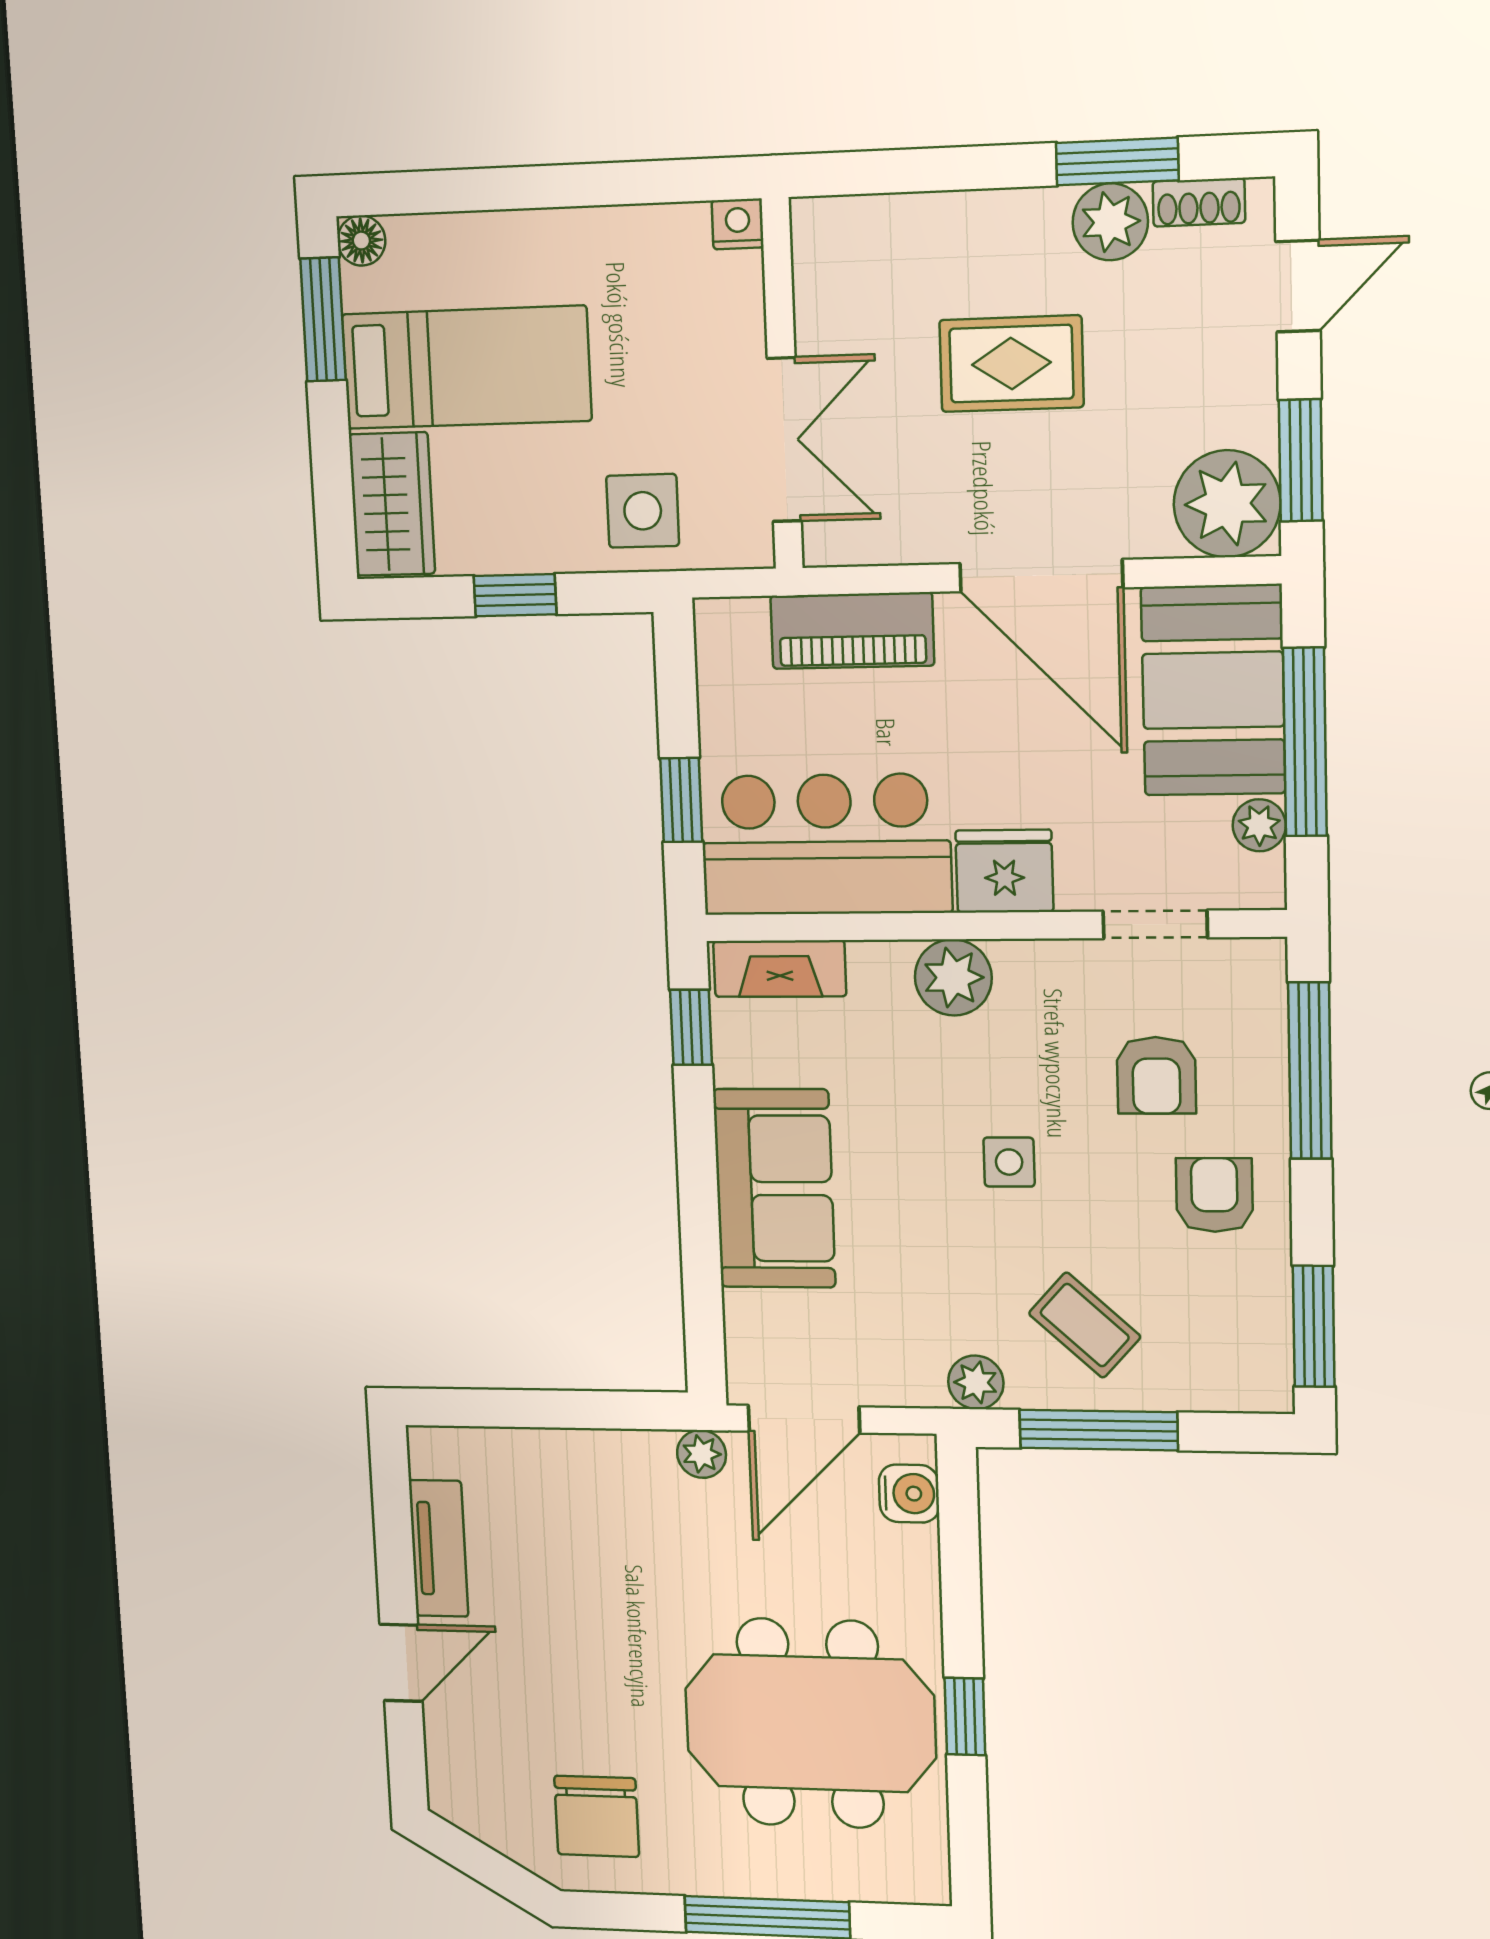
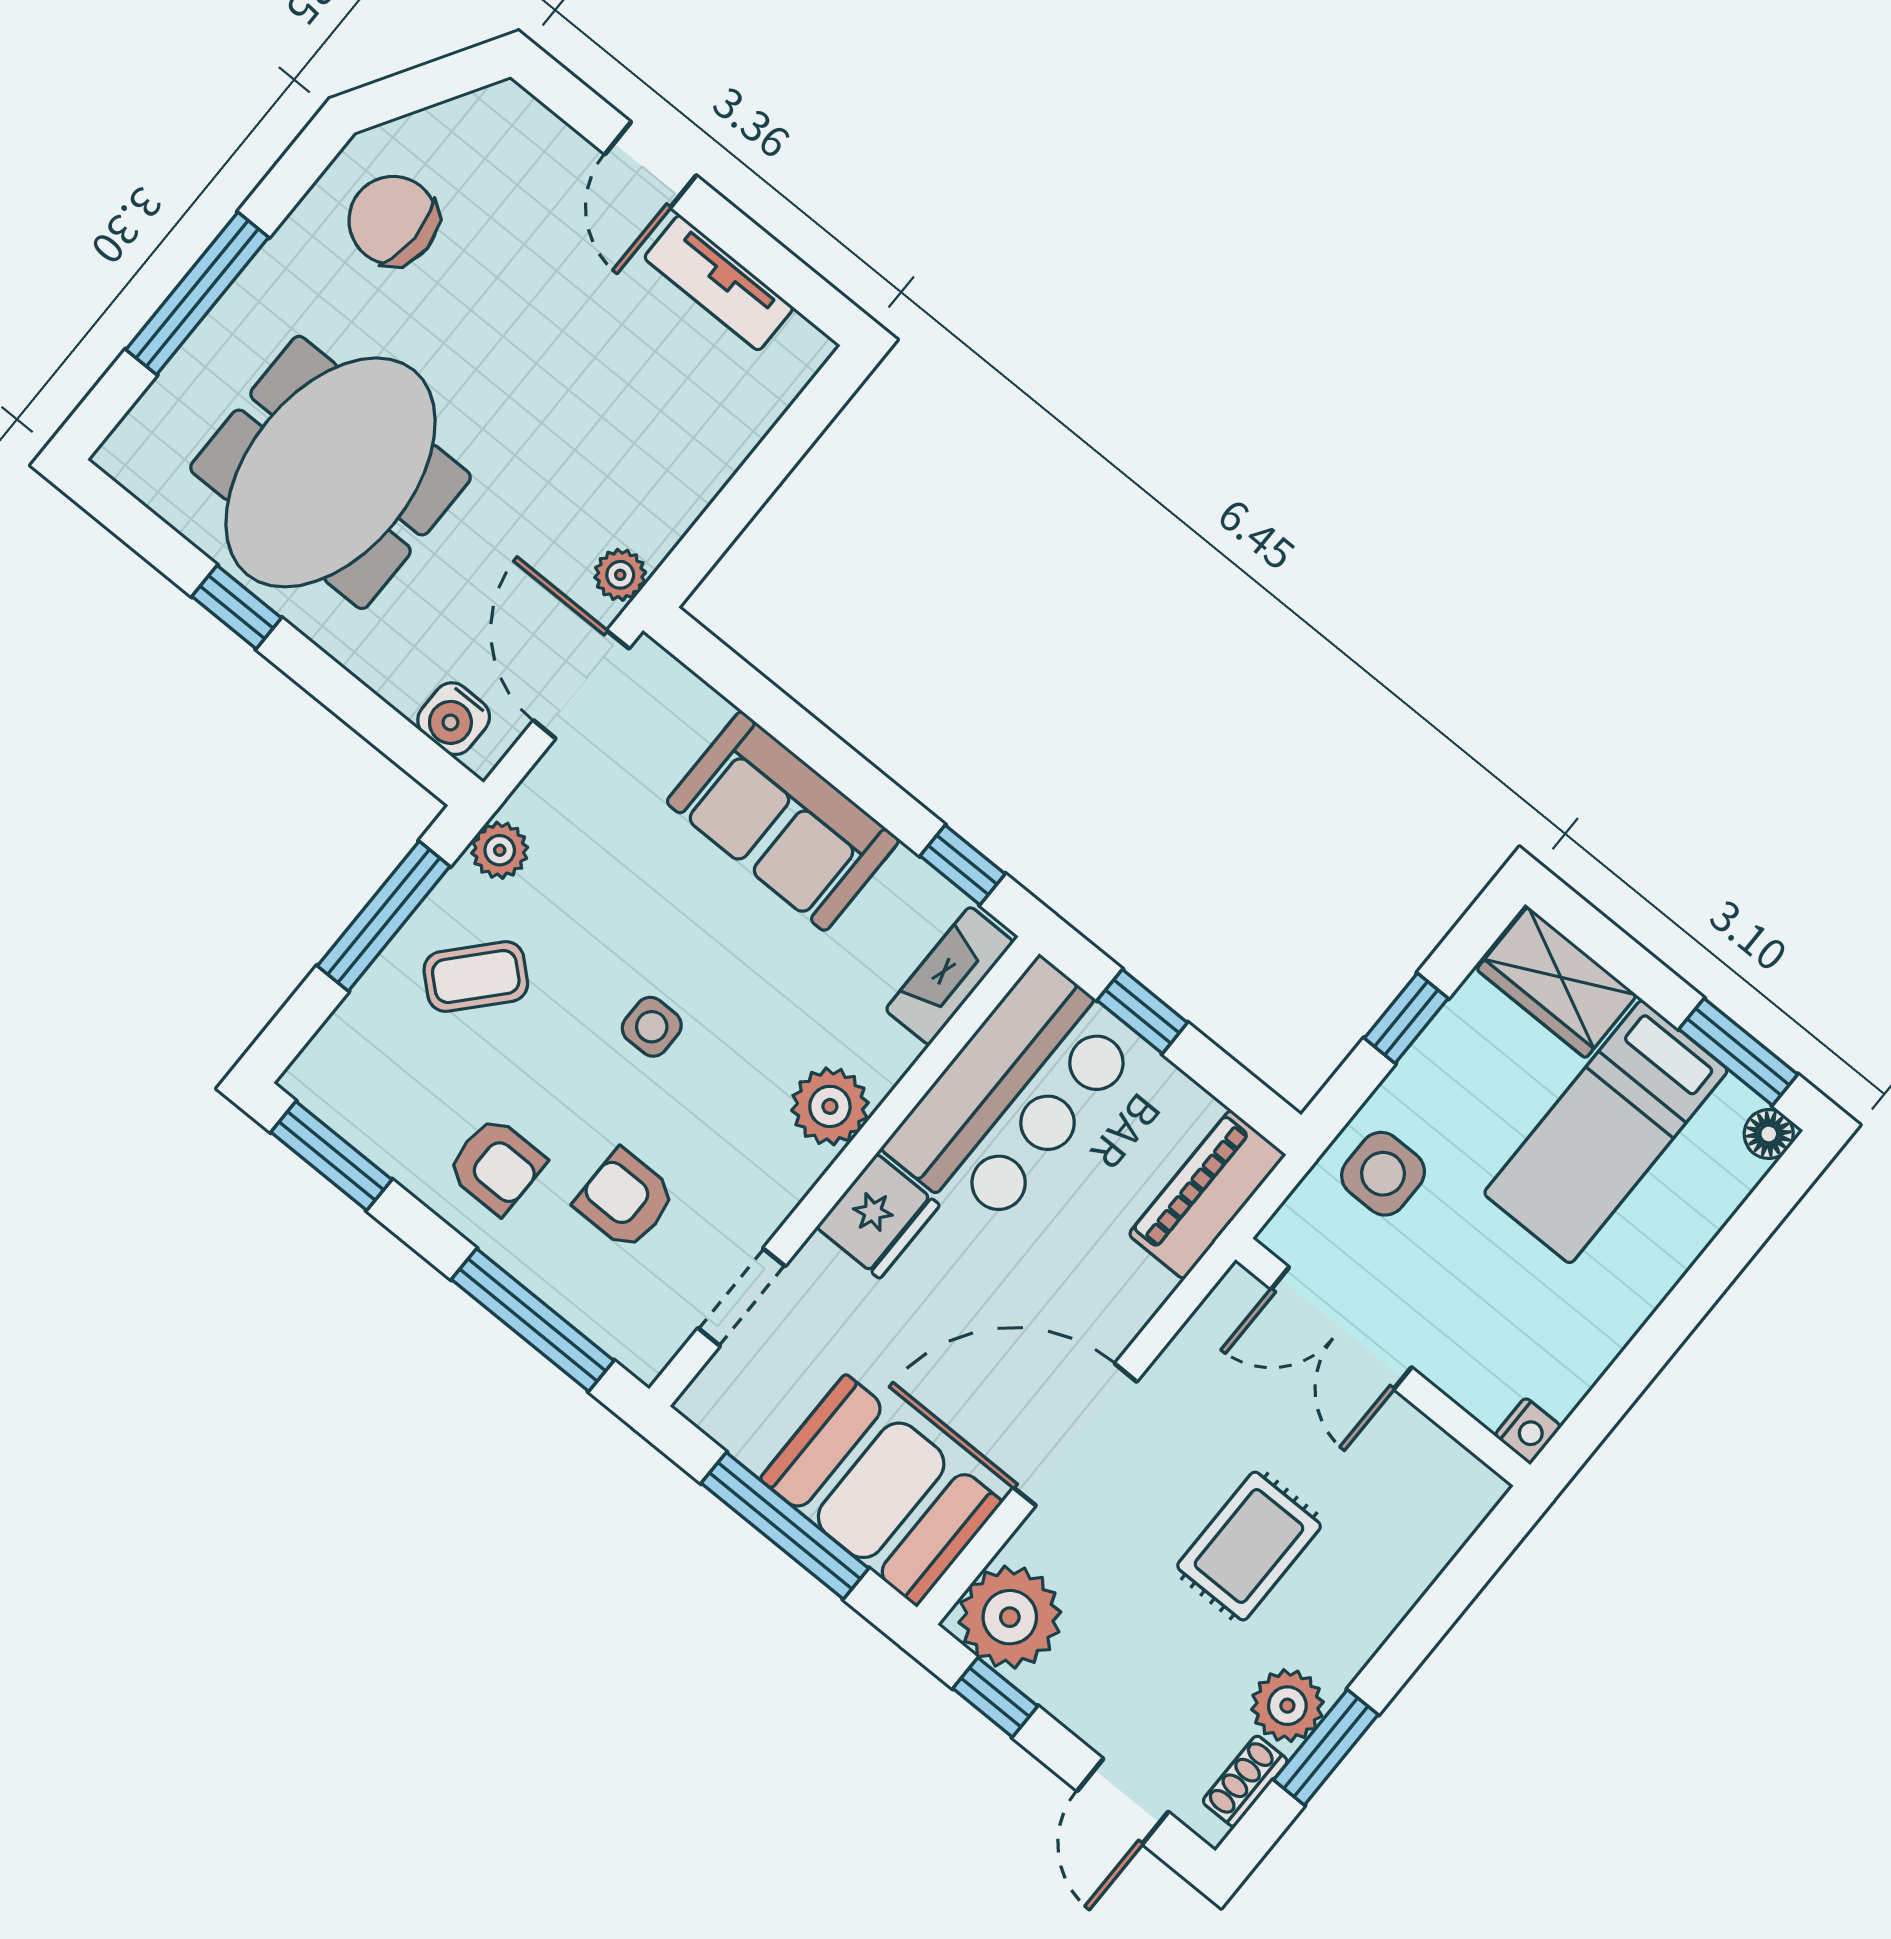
window: (1301, 460) -> (995, 1697), width x0.67
piano: (852, 631) -> (1207, 1195), moved
plant: (1259, 825) -> (751, 1439), removed

